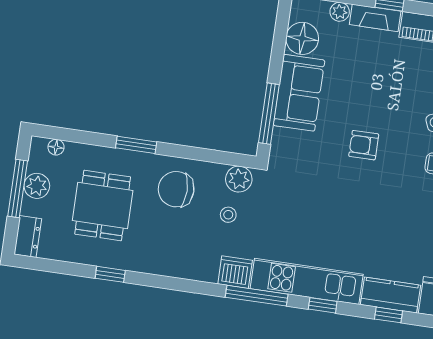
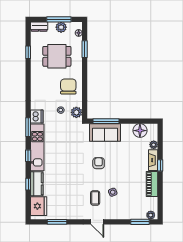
sofa: (299, 93) -> (105, 133), moved
window: (136, 145) -> (85, 49), moved
window: (110, 274) -> (28, 52), moved
window: (257, 296) -> (28, 127), width x0.69

